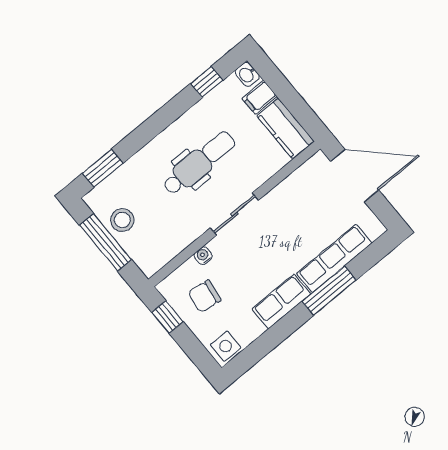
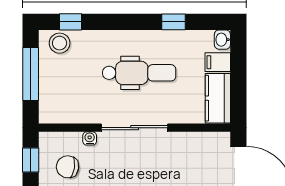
window: (207, 82) -> (173, 22), moved
window: (103, 168) -> (71, 22), width x0.67
sliding door: (234, 214) -> (135, 128), width x1.37
stool: (122, 220) -> (60, 43), moved

